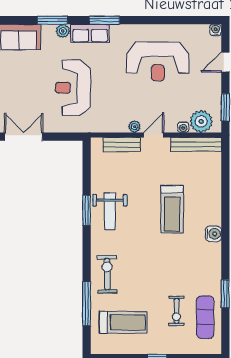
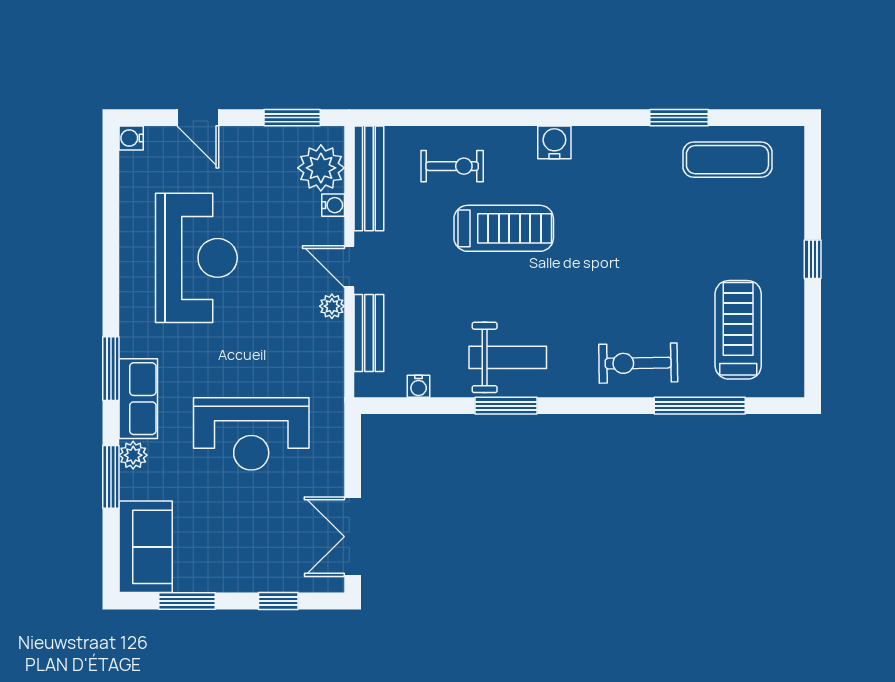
water cooler: (96, 168) -> (419, 386), added
exercise bike: (177, 311) -> (452, 166), moved

